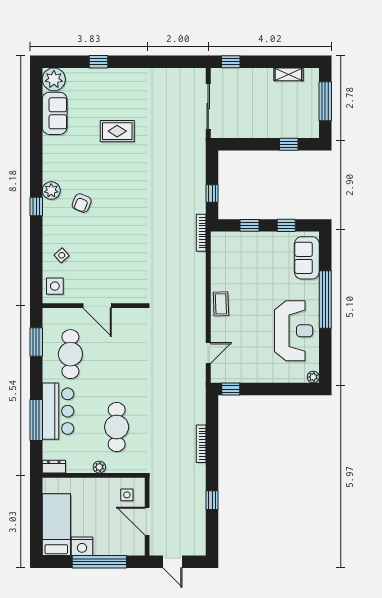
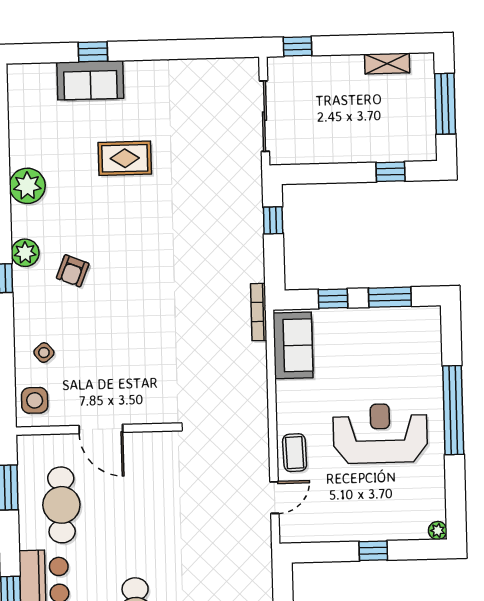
plant: (54, 79) -> (27, 186), moved
sofa: (55, 113) -> (90, 80), moved, turned 90
window: (212, 194) -> (273, 220), moved
window: (286, 225) -> (390, 297), width x1.50
sofa: (307, 258) -> (293, 345), moved, turned 180
coffee table: (221, 304) -> (295, 453), moved
reception desk: (294, 331) -> (380, 433), moved, turned -90
window: (231, 389) -> (373, 551), moved

